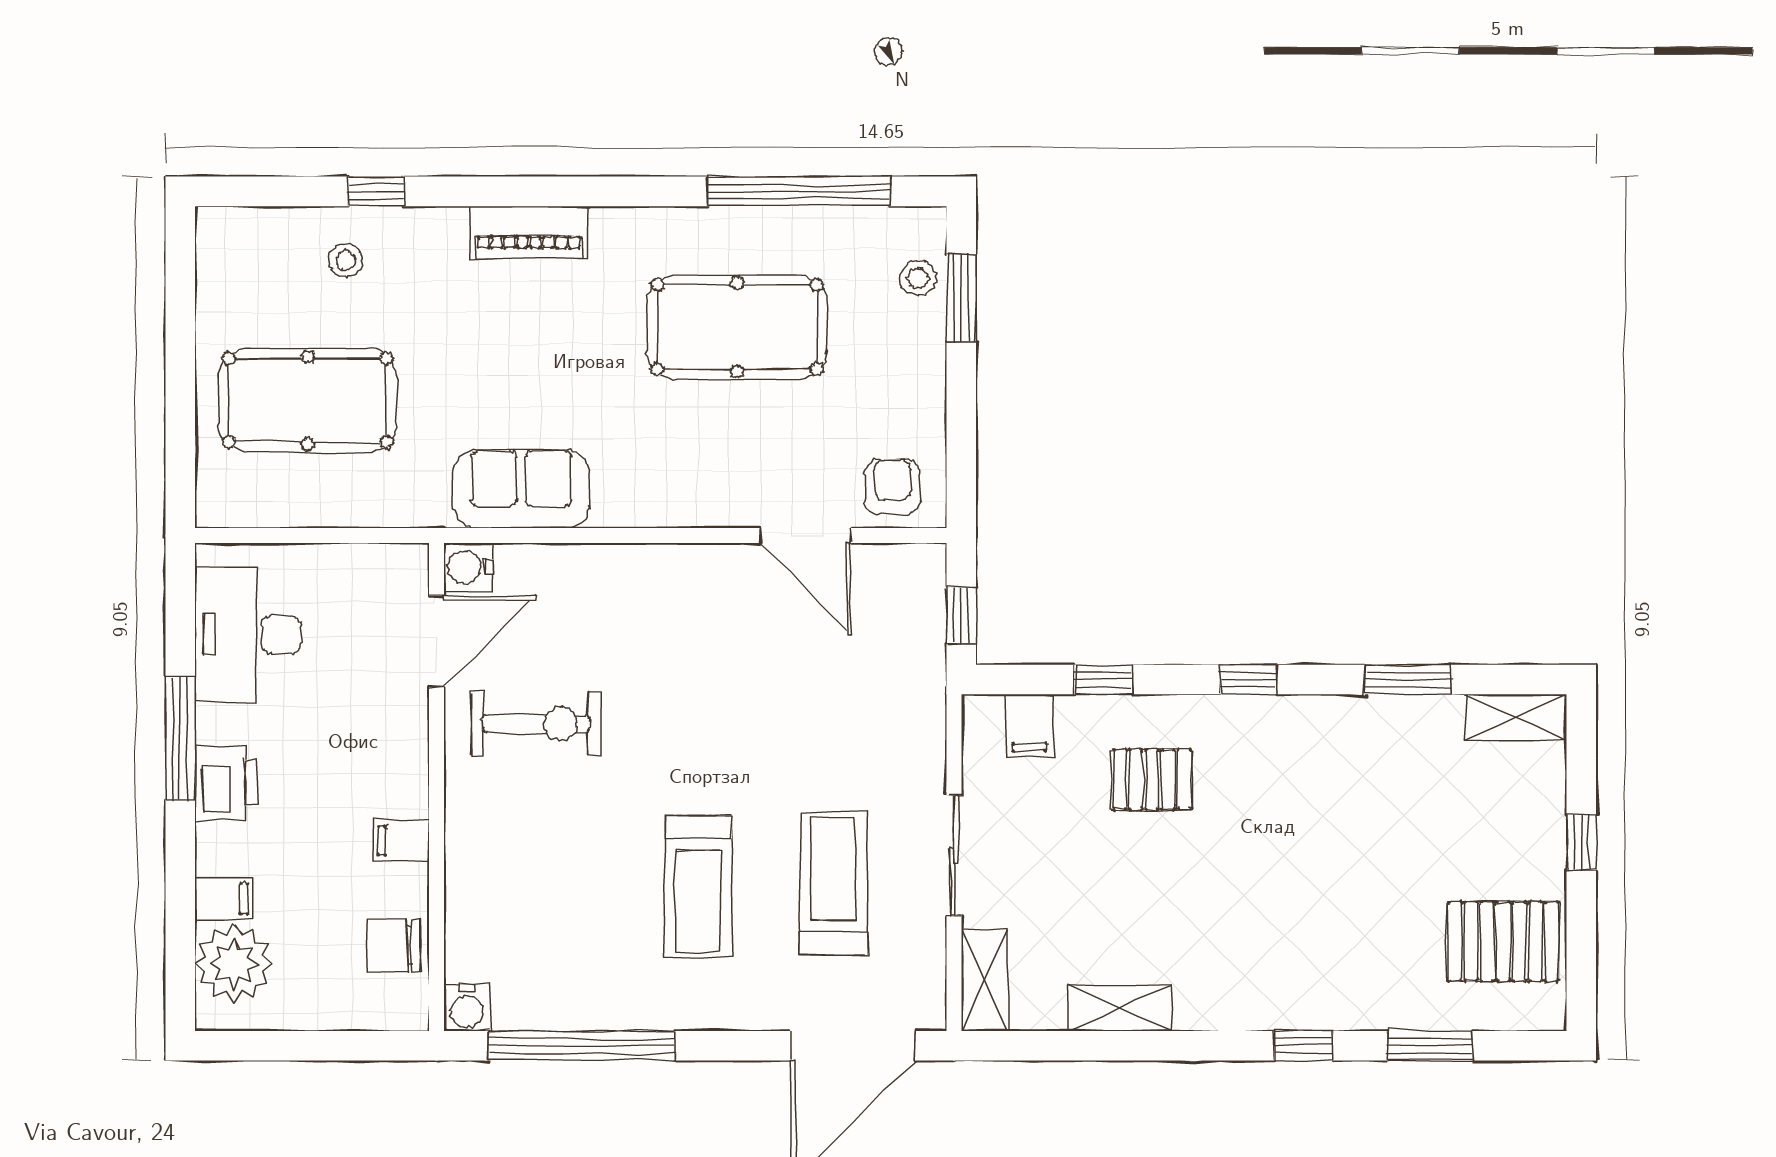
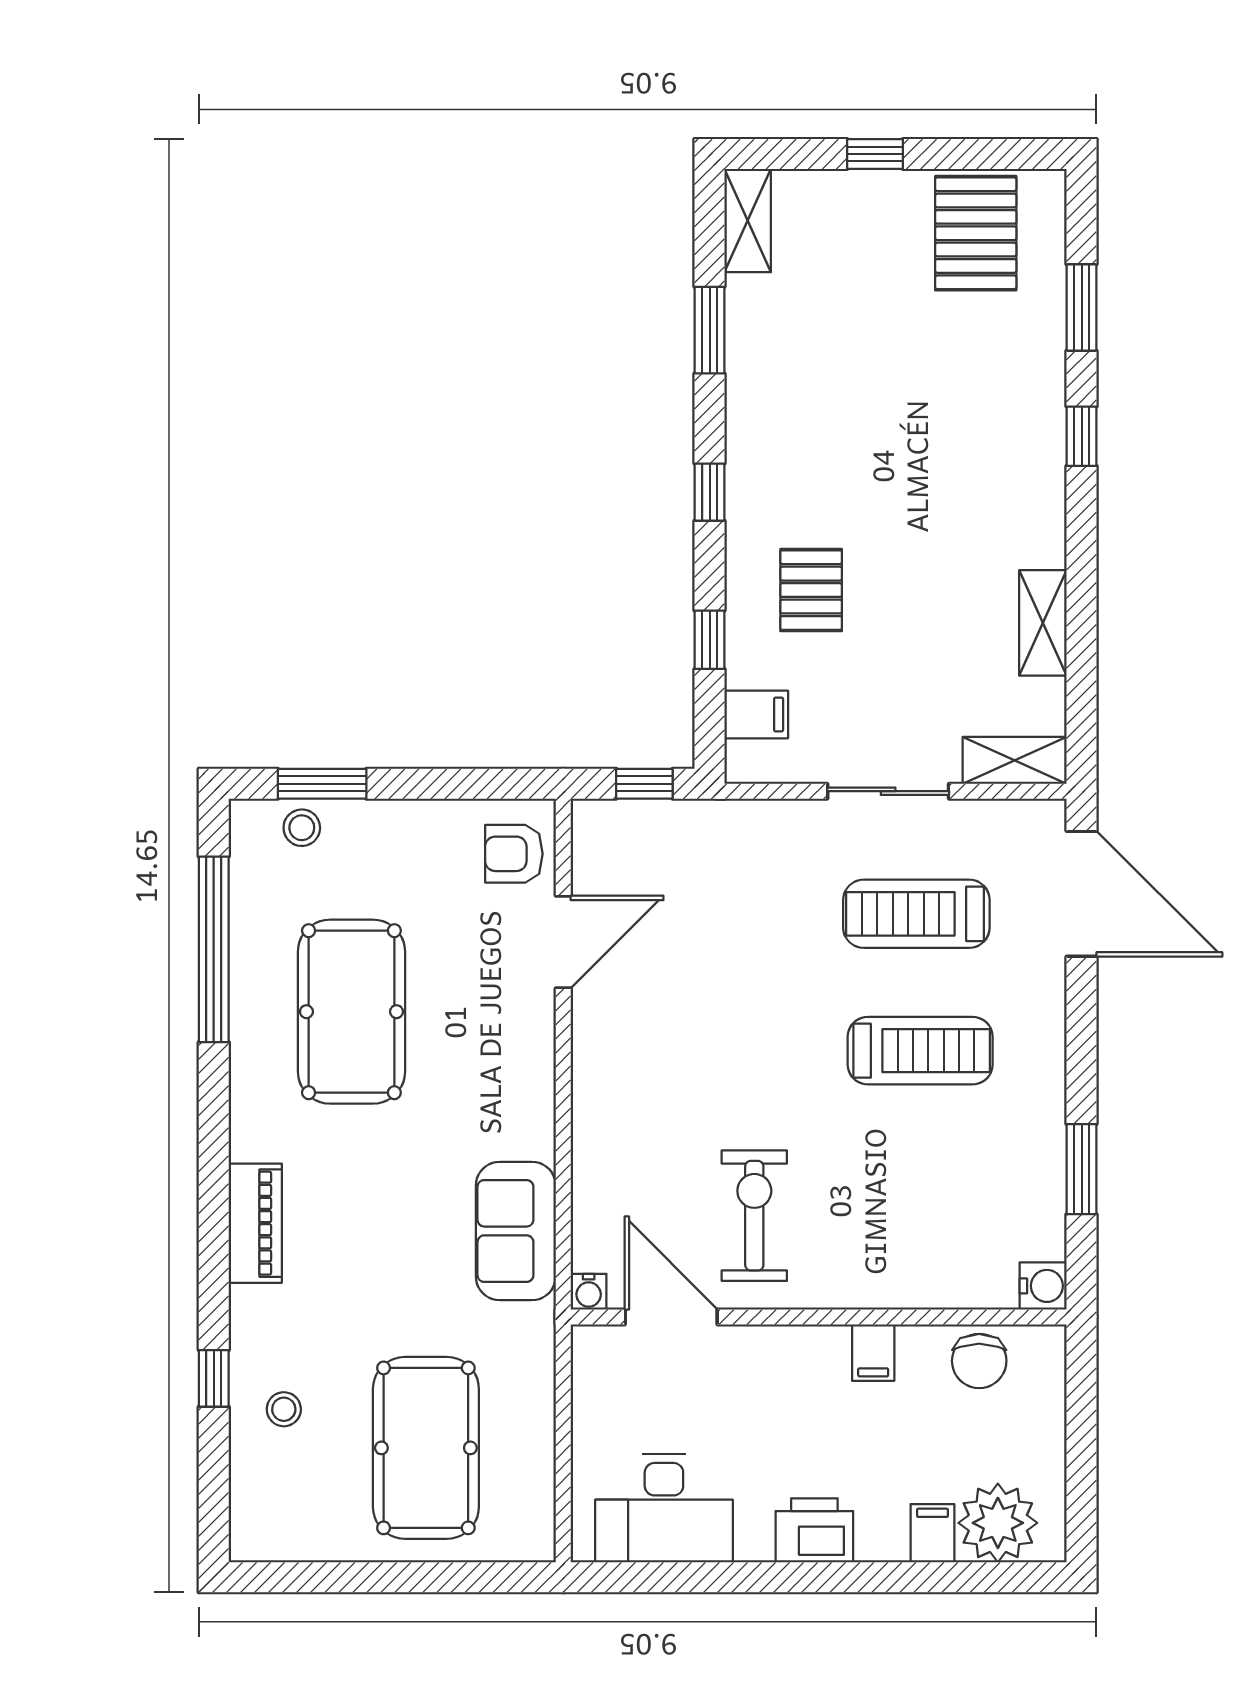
water cooler: (468, 567) -> (589, 1292), width x0.72, depth x0.72
window: (180, 739) -> (770, 1577), removed
window: (582, 1046) -> (1082, 1169), width x0.47

